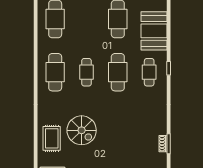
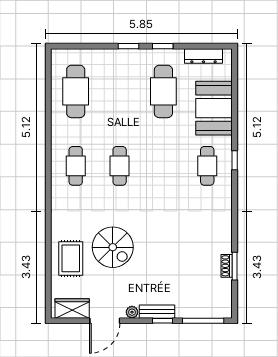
cafe table: (55, 72) -> (76, 166), width x0.73, depth x0.74
cafe table: (118, 72) -> (163, 166), removed

